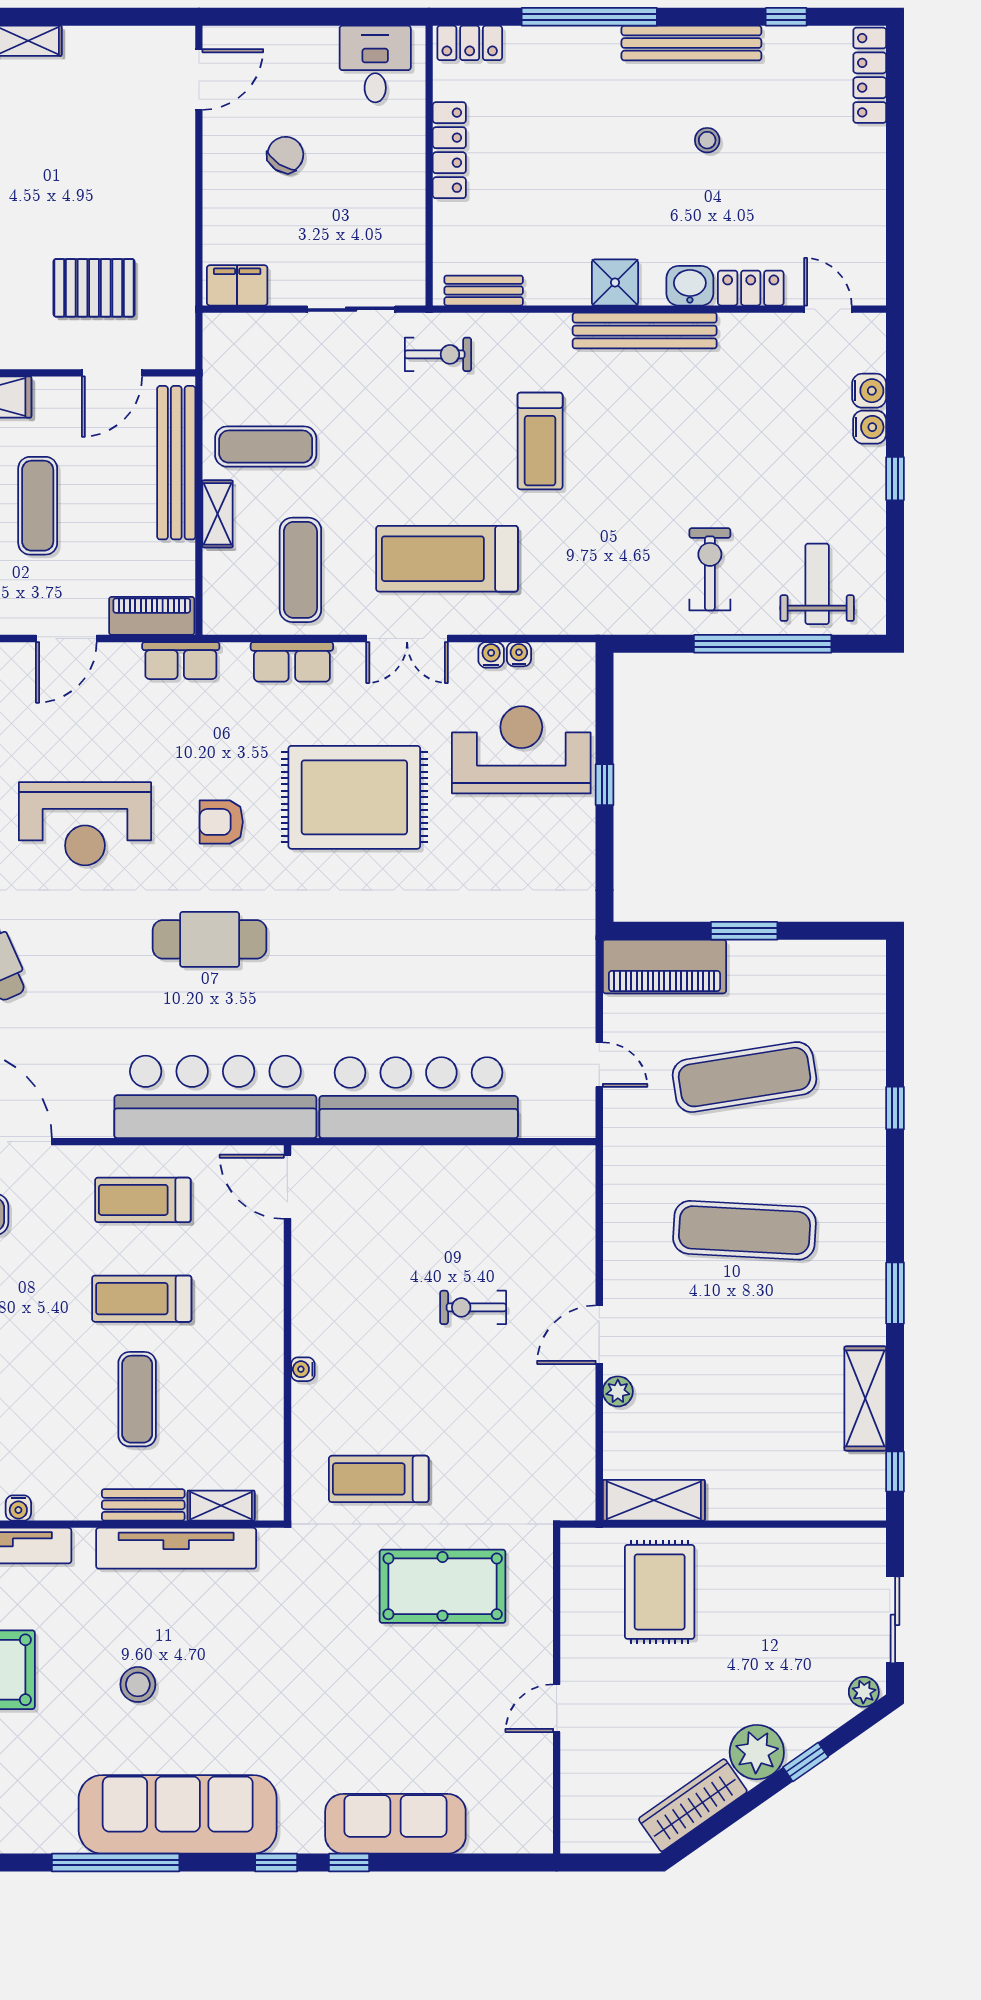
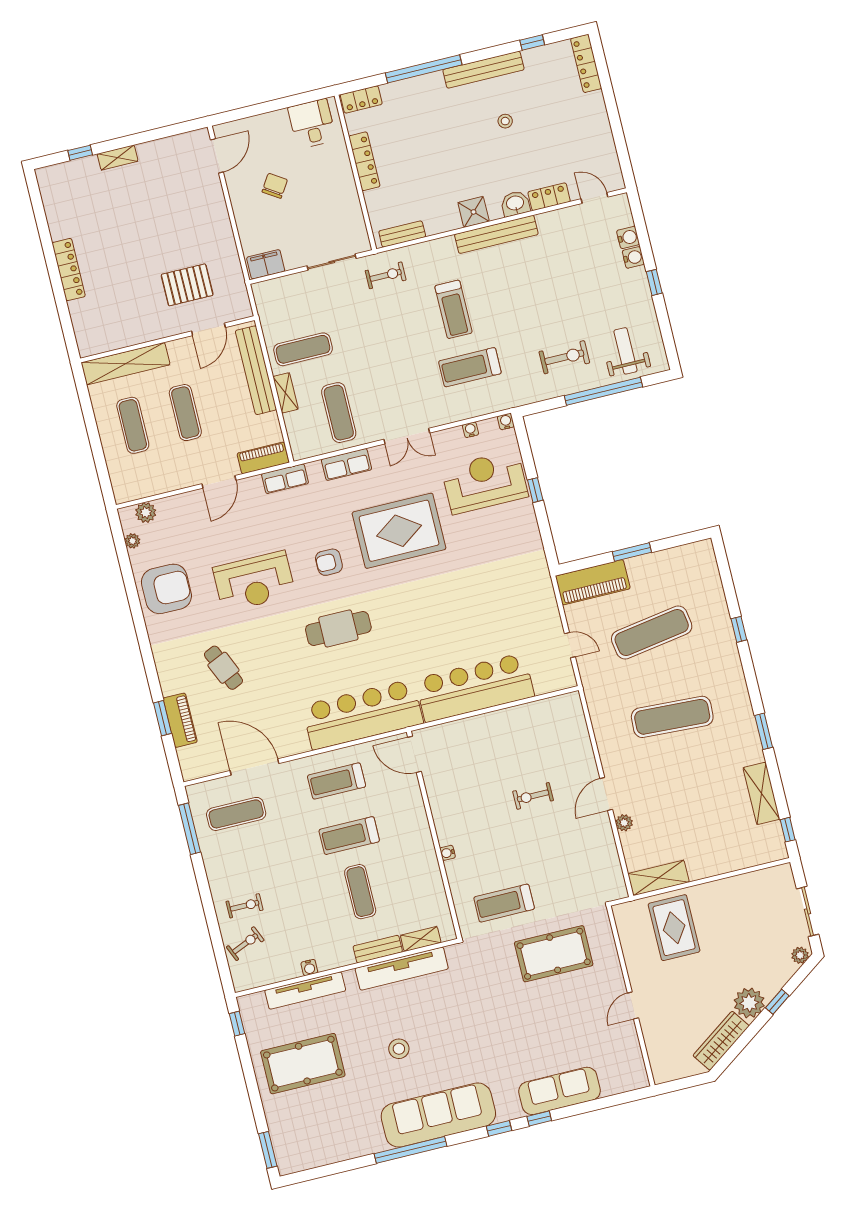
treadmill: (447, 559) -> (470, 367), moved, width x0.73, depth x0.73
exercise bike: (710, 569) -> (564, 357), turned 90
water cooler: (491, 655) -> (506, 421), moved

